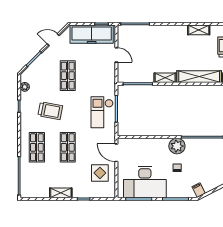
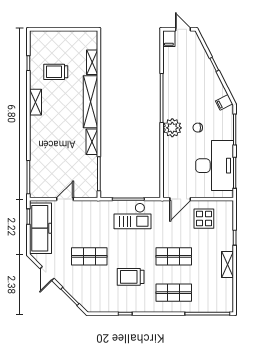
plant: (25, 87) -> (102, 307), removed
trolley: (50, 111) -> (131, 277), turned -101

